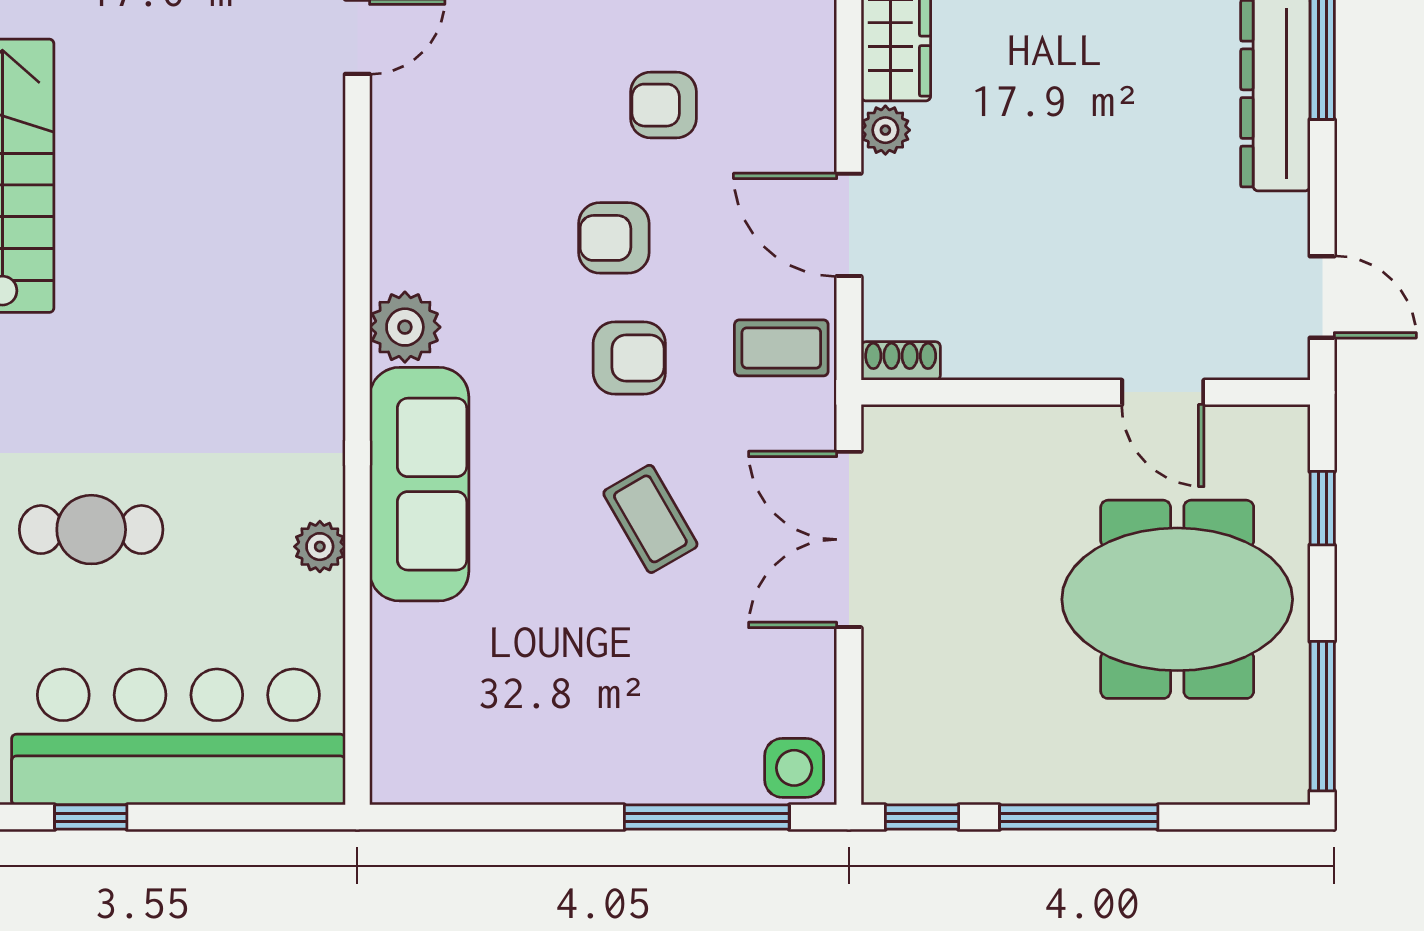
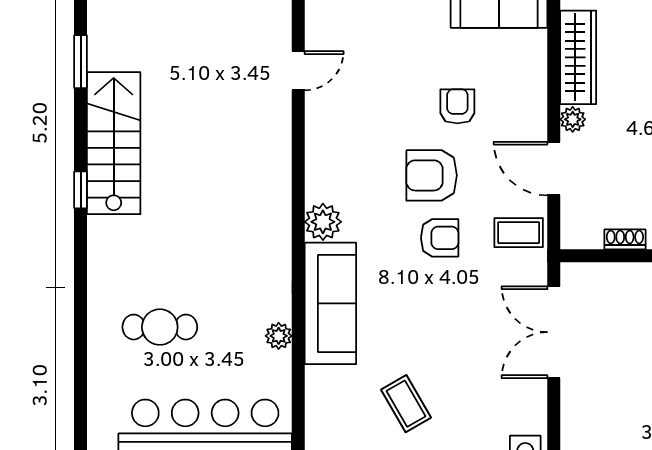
armchair: (663, 105) -> (457, 106), turned 90
armchair: (614, 238) -> (432, 175), width x1.38, depth x1.38
shoe rack: (901, 361) -> (625, 239), moved
coffee table: (650, 519) -> (406, 404), moved

